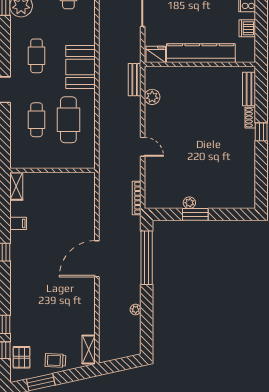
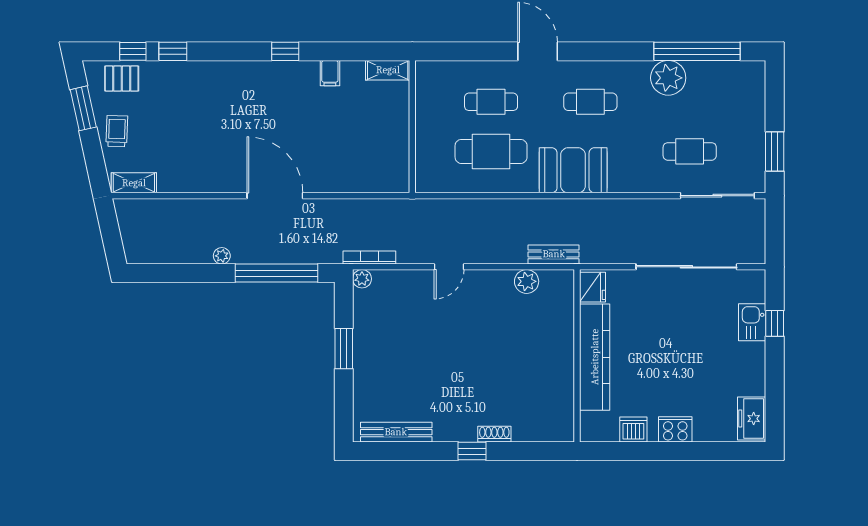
bench: (249, 89) -> (396, 432), moved, width x1.36
plant: (189, 203) -> (362, 279), moved
plant: (136, 309) -> (222, 256), moved

